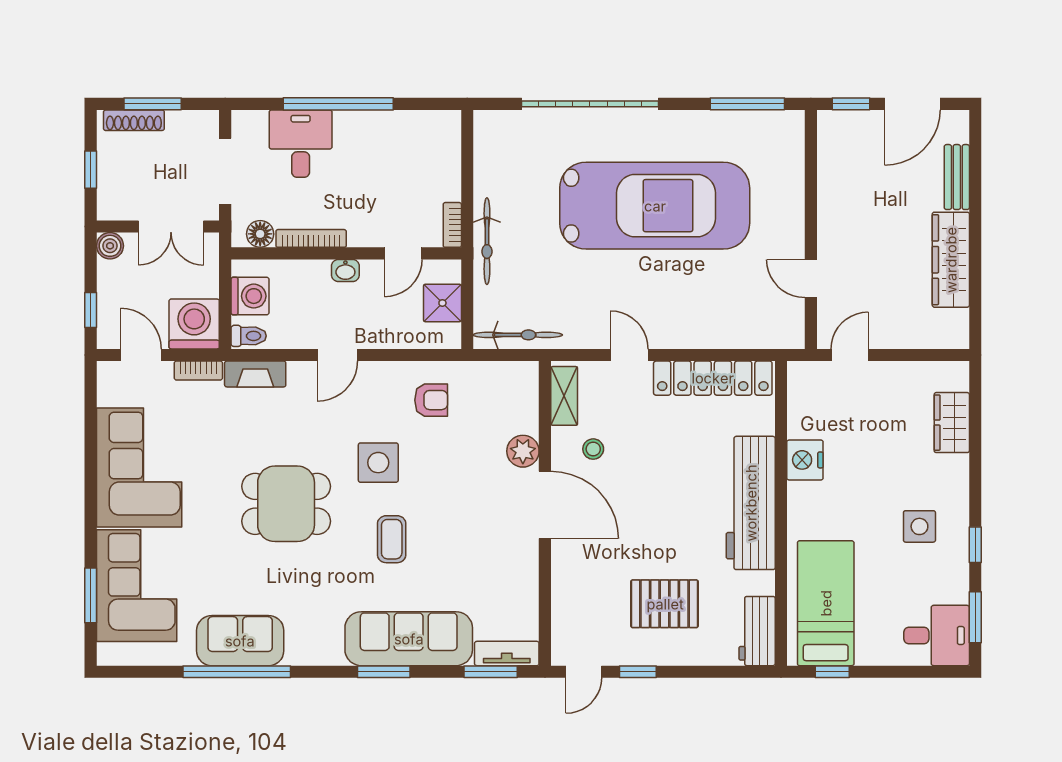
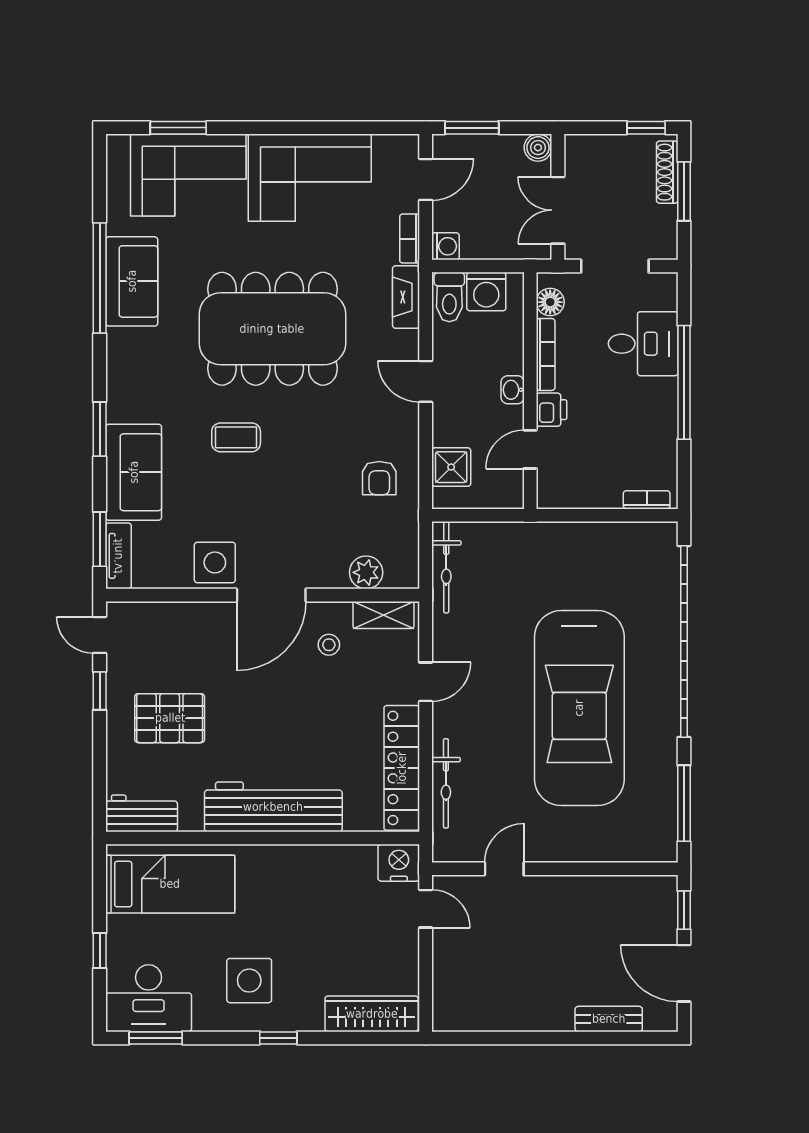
garage door: (590, 104) -> (684, 641), width x1.36
window: (91, 170) -> (646, 128), moved
bookcase: (452, 225) -> (647, 500), moved
printer: (365, 233) -> (551, 410), added
bicycle: (487, 241) -> (446, 783), moved, turned -90
door: (403, 253) -> (530, 449), hinge flipped
wardrobe: (951, 260) -> (524, 1013), removed
shower: (442, 303) -> (451, 467), moved
window: (91, 310) -> (472, 128), width x1.50
washing machine: (194, 324) -> (445, 246), width x0.53, depth x0.53
toilet: (249, 336) -> (449, 297), width x1.37, depth x1.39
wardrobe: (952, 423) -> (372, 1014), width x1.50
plant: (523, 451) -> (366, 572), moved
nightstand: (805, 460) -> (399, 863), moved
side table: (378, 463) -> (215, 562), moved
dining table: (286, 504) -> (272, 329), width x1.88, depth x1.24
side table: (919, 526) -> (249, 981), width x1.37, depth x1.37
window: (975, 545) -> (278, 1038), moved
pallet: (665, 604) -> (170, 718), turned 90
desk: (937, 635) -> (149, 998), width x1.37
sofa: (409, 639) -> (134, 472), width x0.73
window: (832, 672) -> (100, 951), moved

